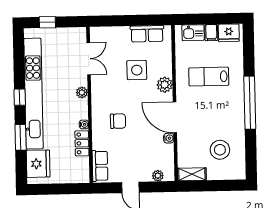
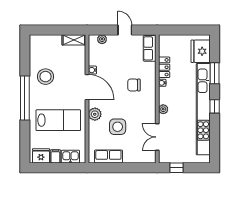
window: (47, 22) -> (177, 168), moved
lab bench: (209, 77) -> (58, 120), width x1.36, depth x1.39
stool: (220, 150) -> (46, 77), moved

